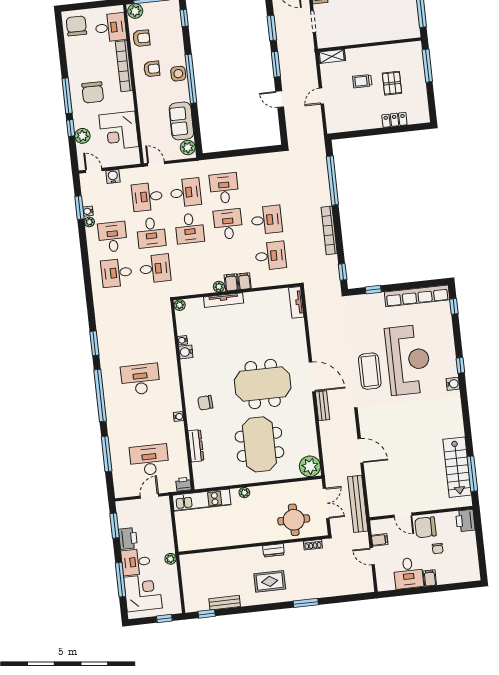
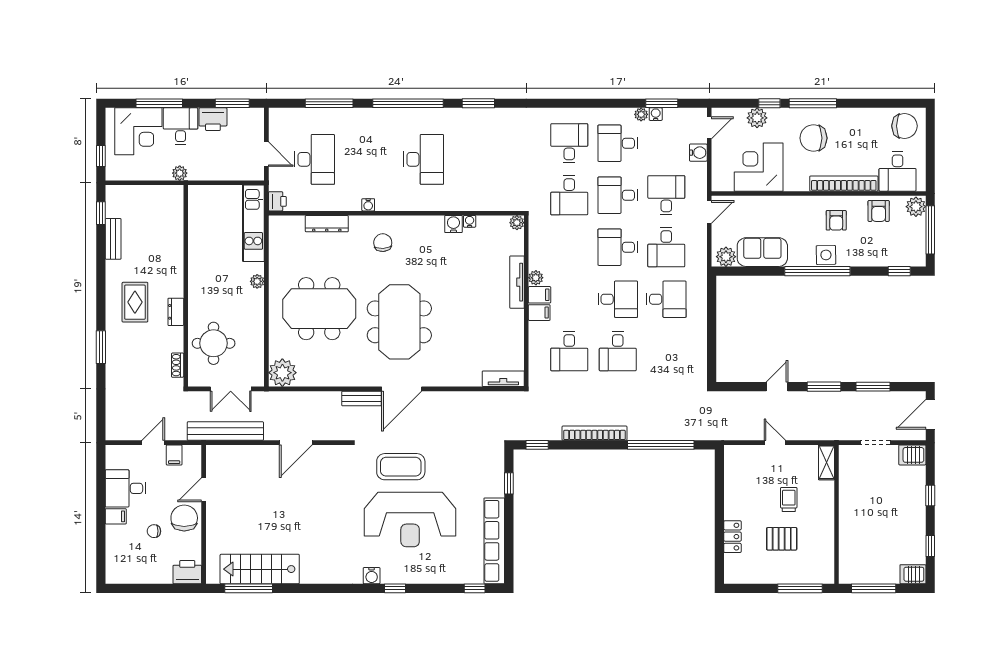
desk: (113, 237) -> (618, 143), turned 180

